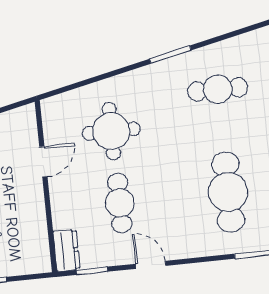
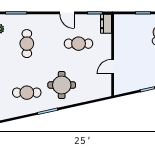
round table: (111, 131) -> (62, 85), moved
cafe table: (228, 192) -> (27, 44), width x0.73, depth x0.74
cafe table: (120, 203) -> (79, 44), turned 90

